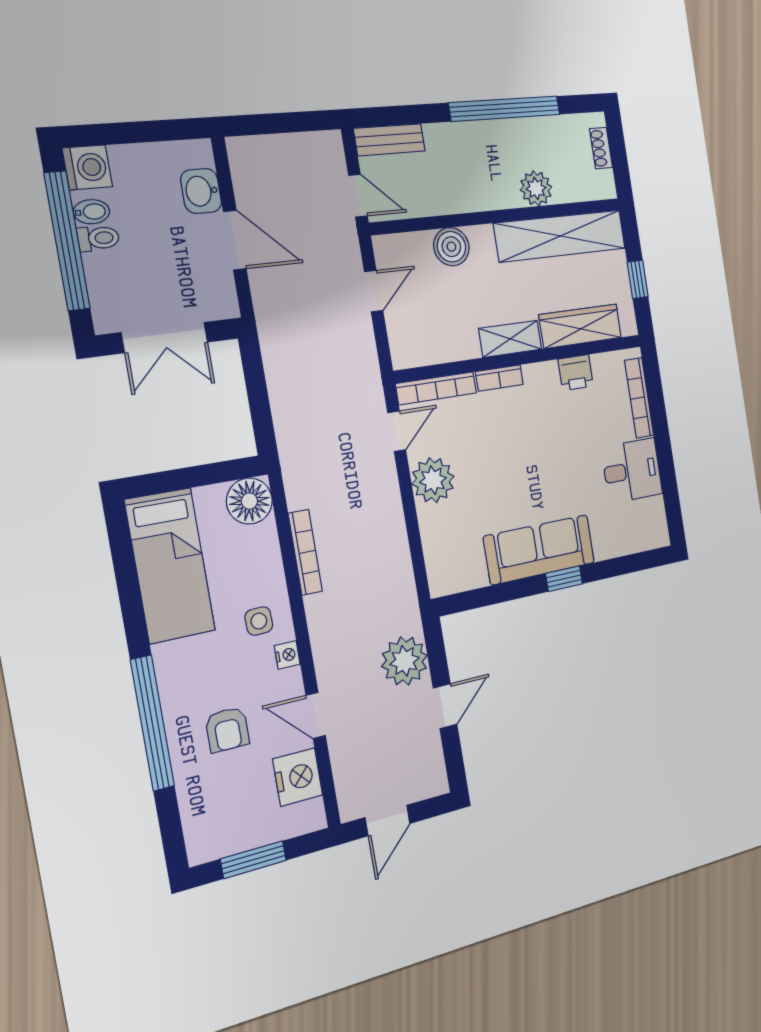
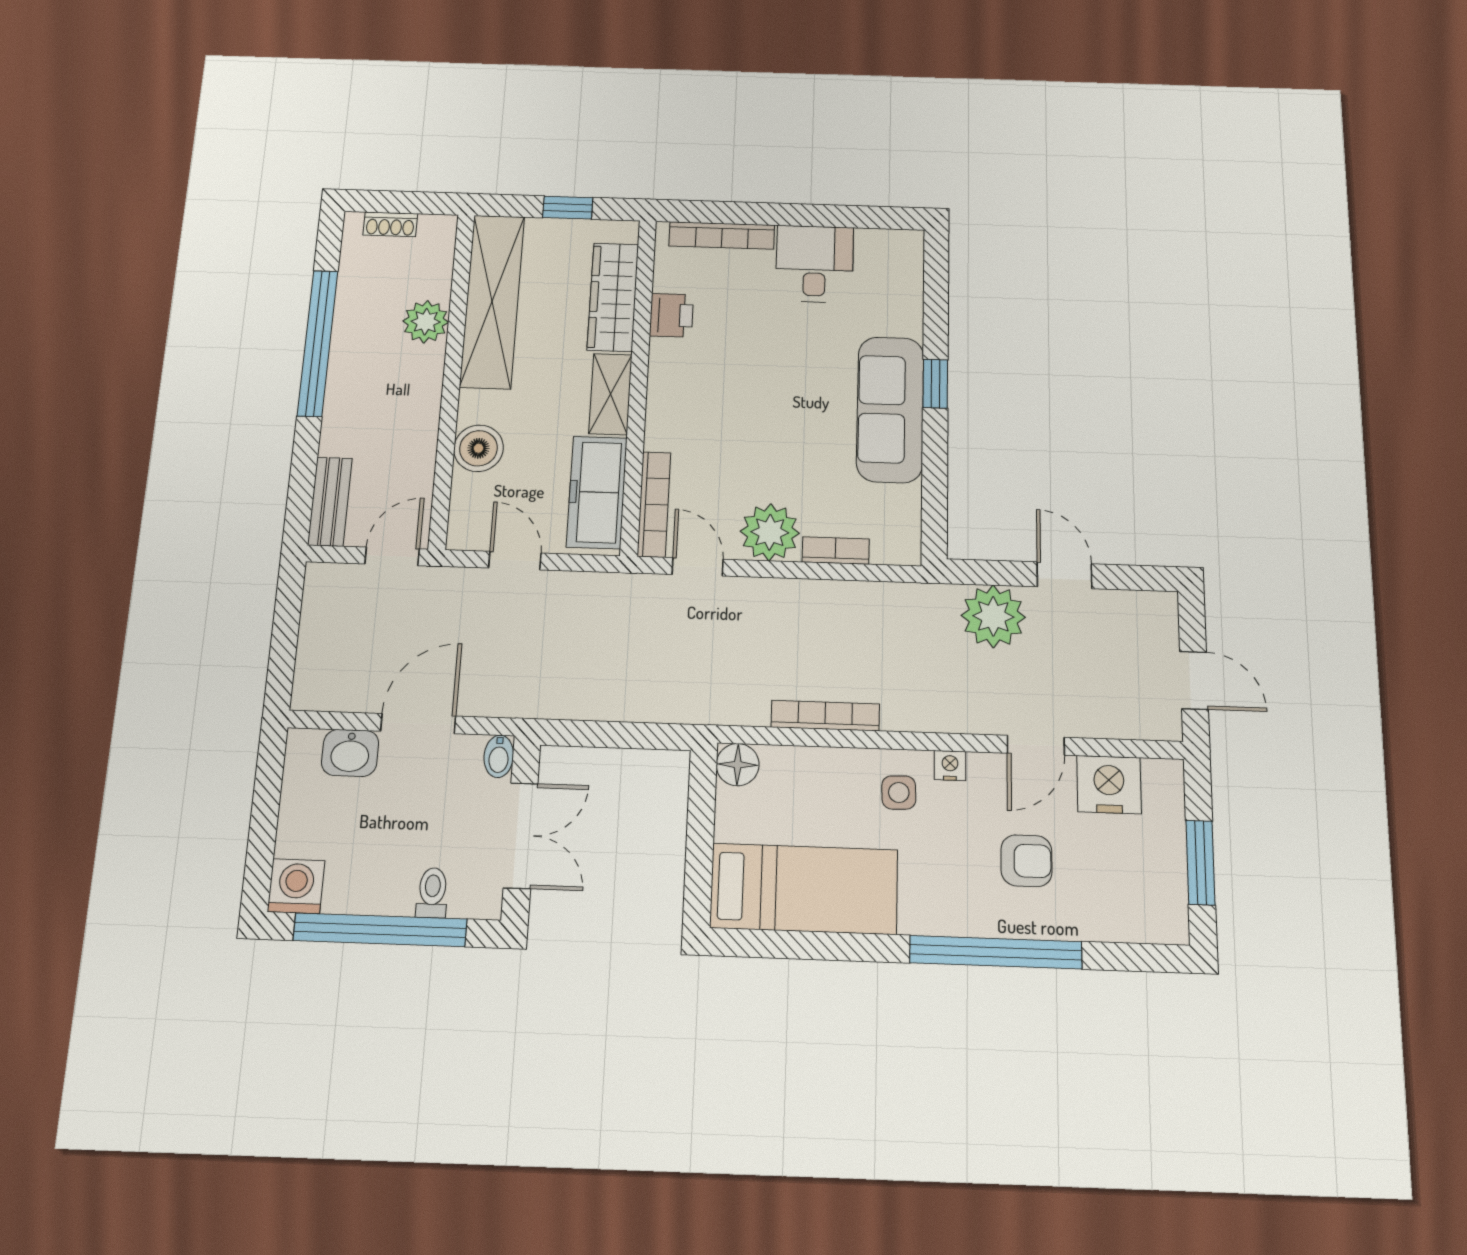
bidet: (91, 212) -> (499, 756), moved, turned 180
toilet: (98, 238) -> (432, 893), moved
freezer: (437, 343) -> (597, 492), added
bookcase: (499, 378) -> (836, 551), moved, turned -90
floor lamp: (249, 501) -> (738, 765), width x0.73, depth x0.73

